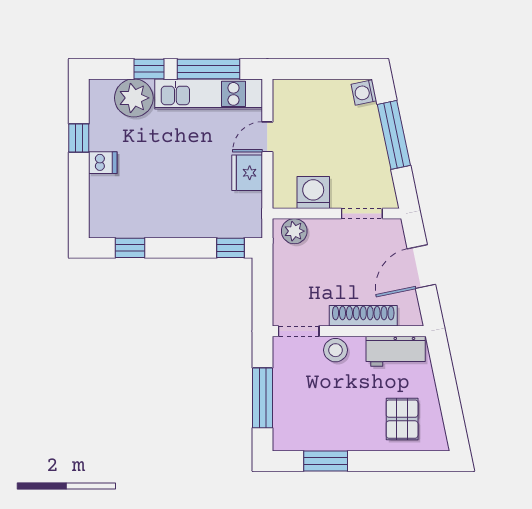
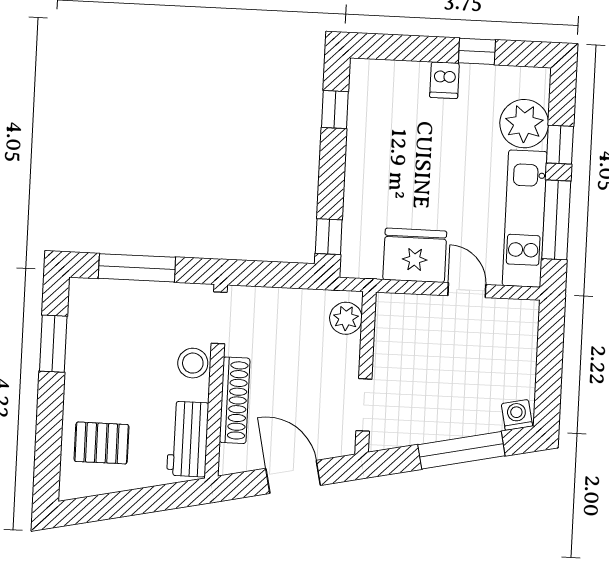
fridge: (247, 173) -> (415, 255), width x1.36, depth x1.34
washing machine: (313, 192) -> (394, 345), removed

